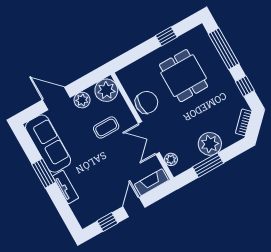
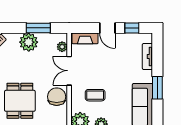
chair: (147, 102) -> (57, 97), turned 90
double door: (149, 138) -> (69, 71), swing flipped
tv unit: (66, 187) -> (147, 56), moved
door: (134, 207) -> (107, 28), hinge flipped

